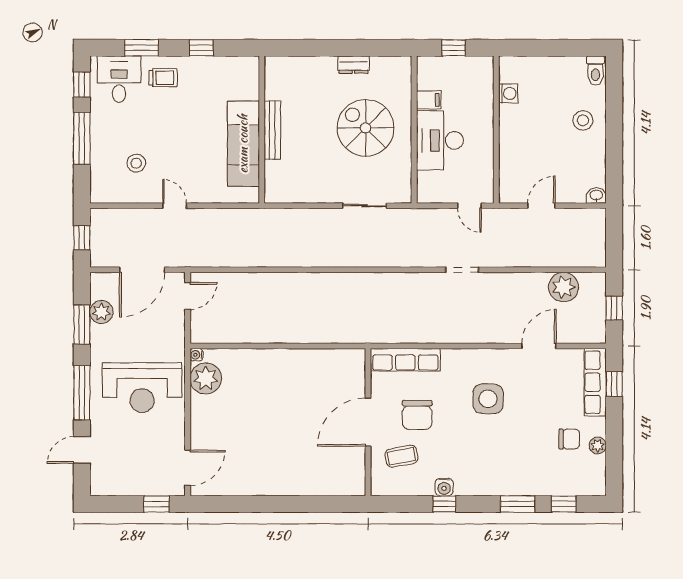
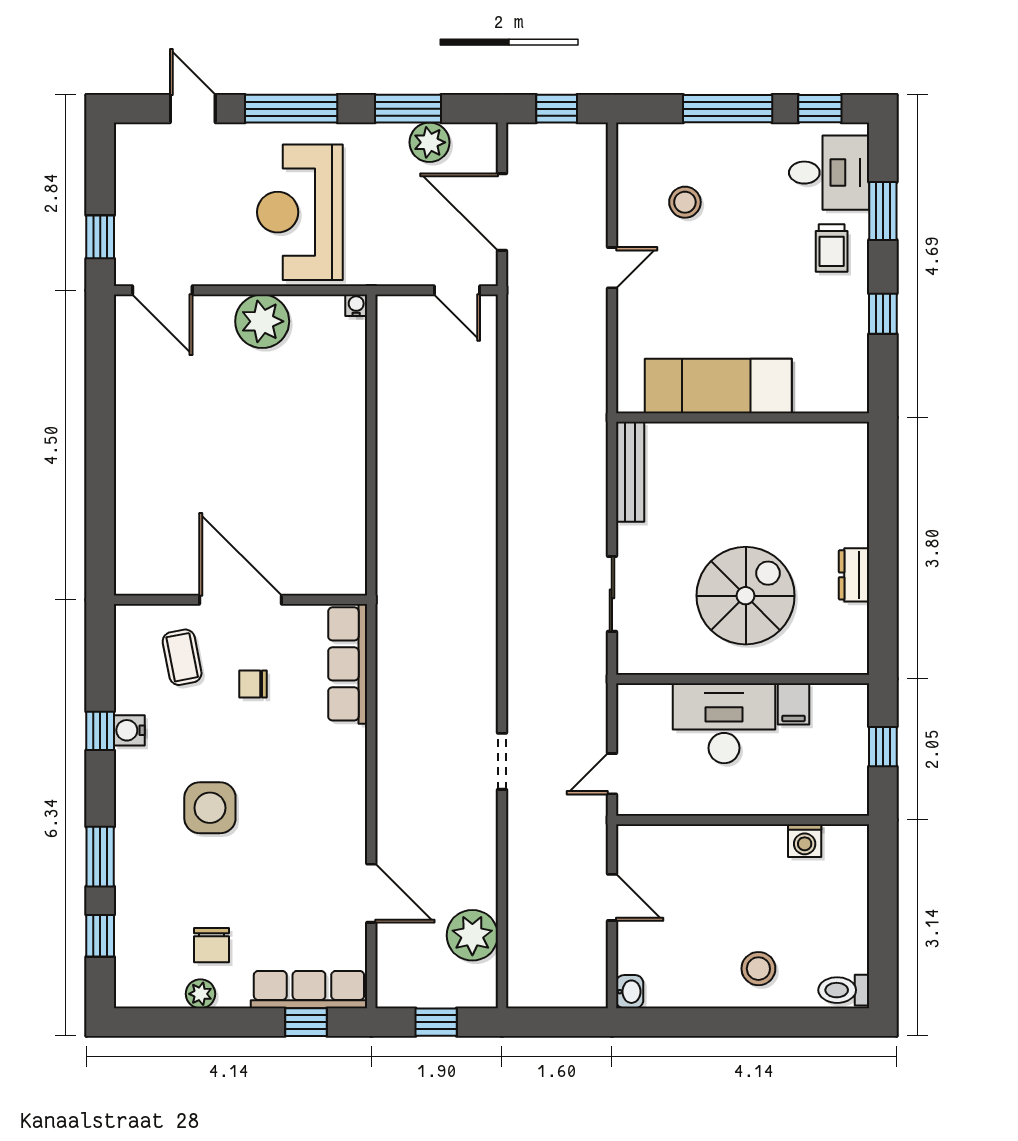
bench: (272, 130) -> (630, 472), moved, turned 90
plant: (206, 378) -> (262, 321), moved
side table: (488, 399) -> (210, 808), moved
chair: (417, 415) -> (253, 684), width x0.54, depth x0.54

